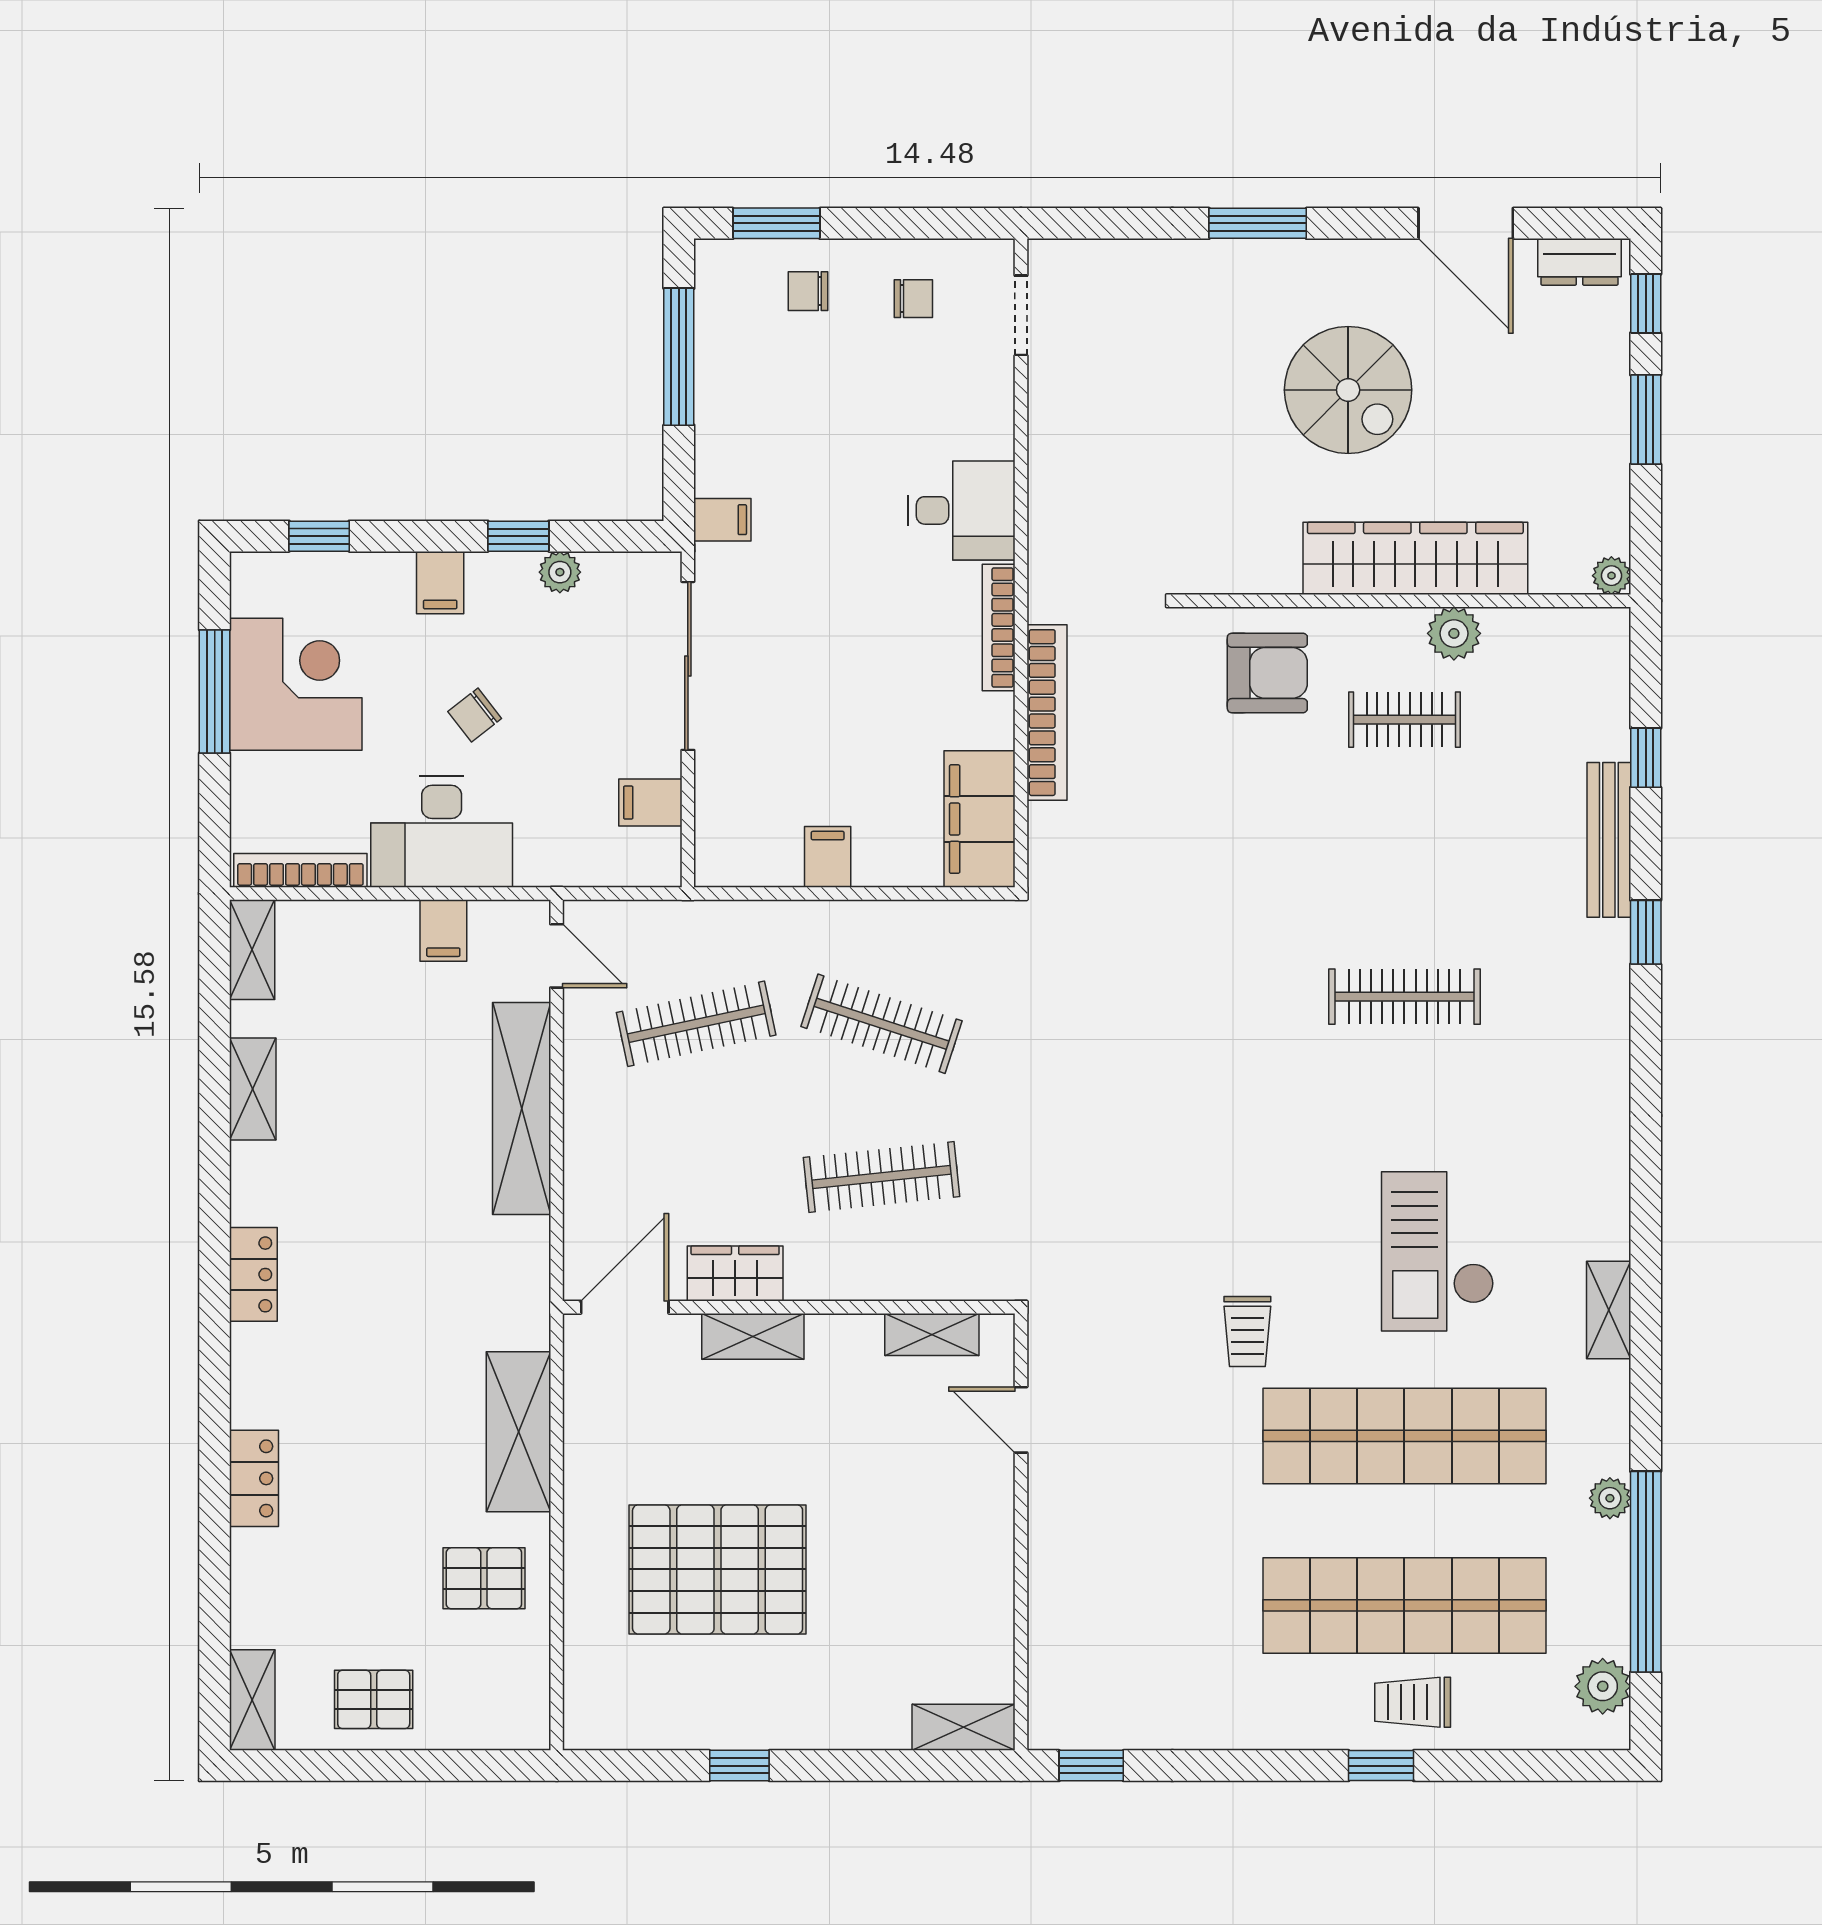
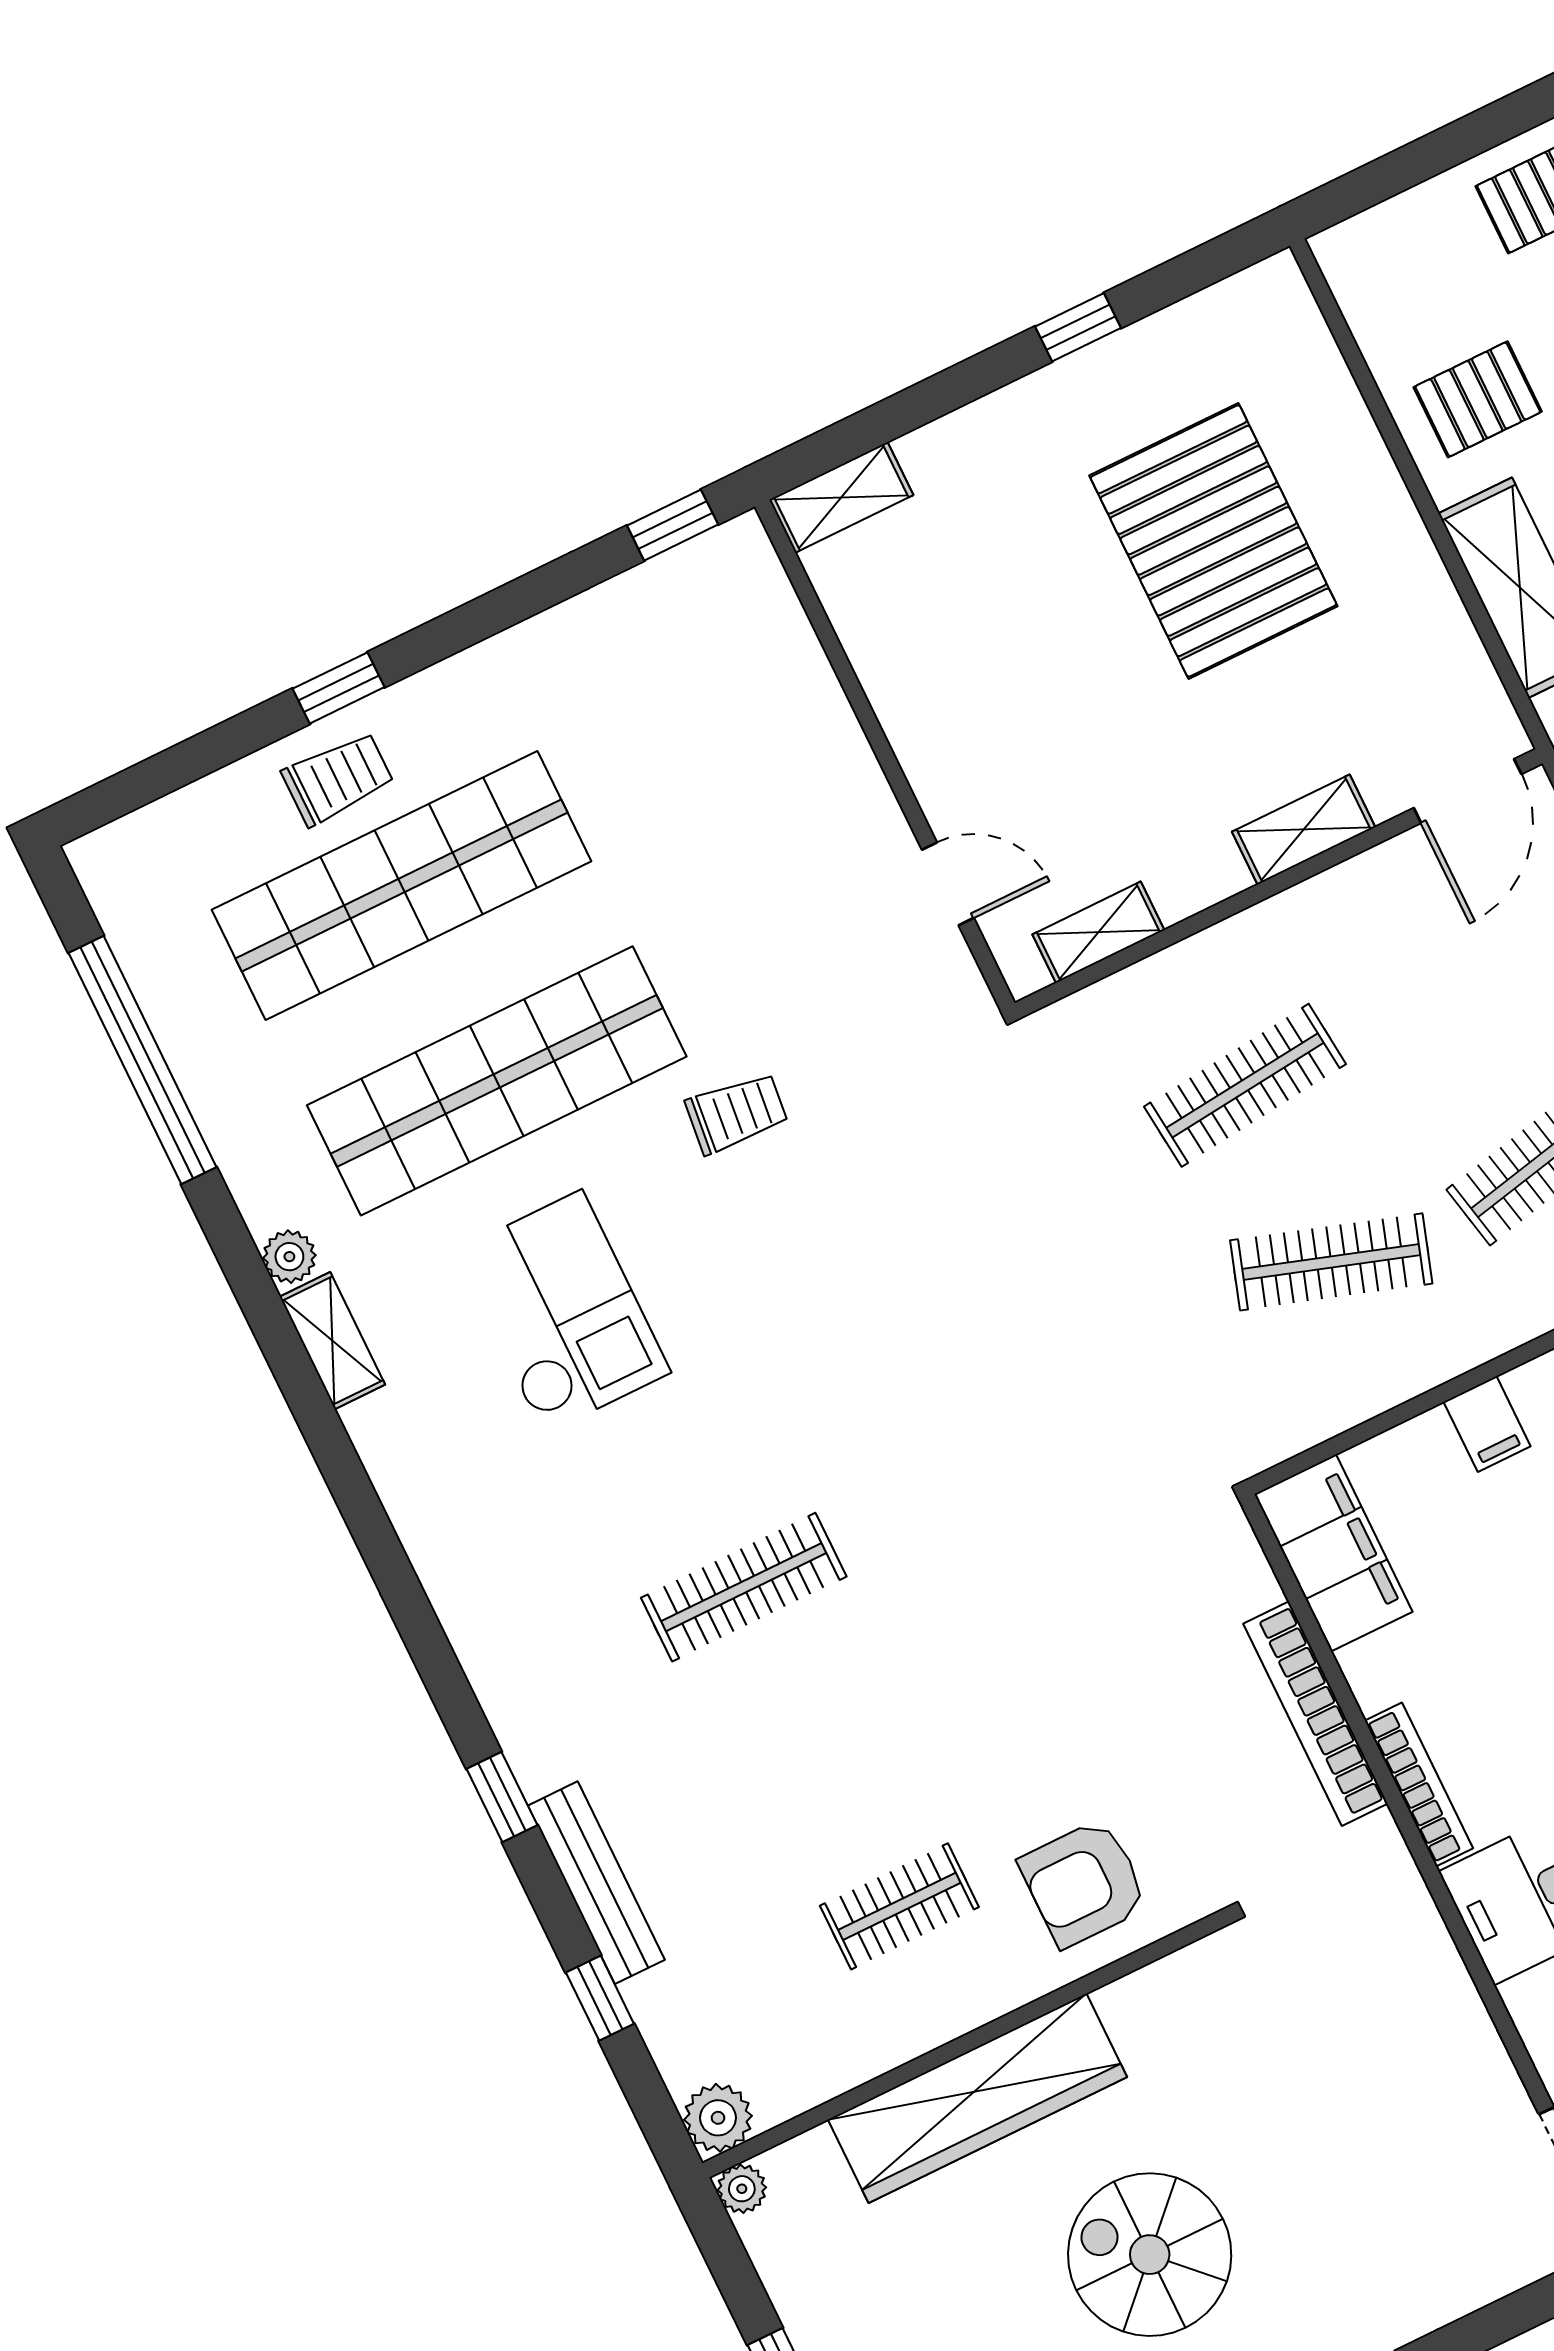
plant: (1454, 633) -> (718, 2118), moved
wardrobe: (735, 1274) -> (1359, 892), removed
trolley: (1247, 1331) -> (737, 1113), turned 96
plant: (1610, 1498) -> (289, 1257), moved
pallet: (718, 1569) -> (1213, 541), turned 90
plant: (1603, 1686) -> (128, 904), removed

